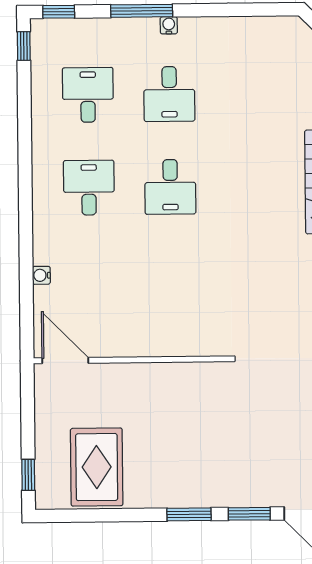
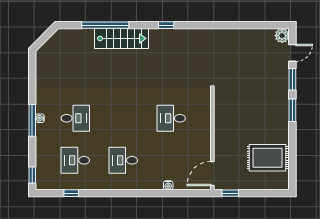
window: (142, 11) -> (32, 120), moved
window: (24, 46) -> (71, 193), moved
desk: (170, 187) -> (171, 118), moved, turned 180
window: (28, 475) -> (230, 193), moved

